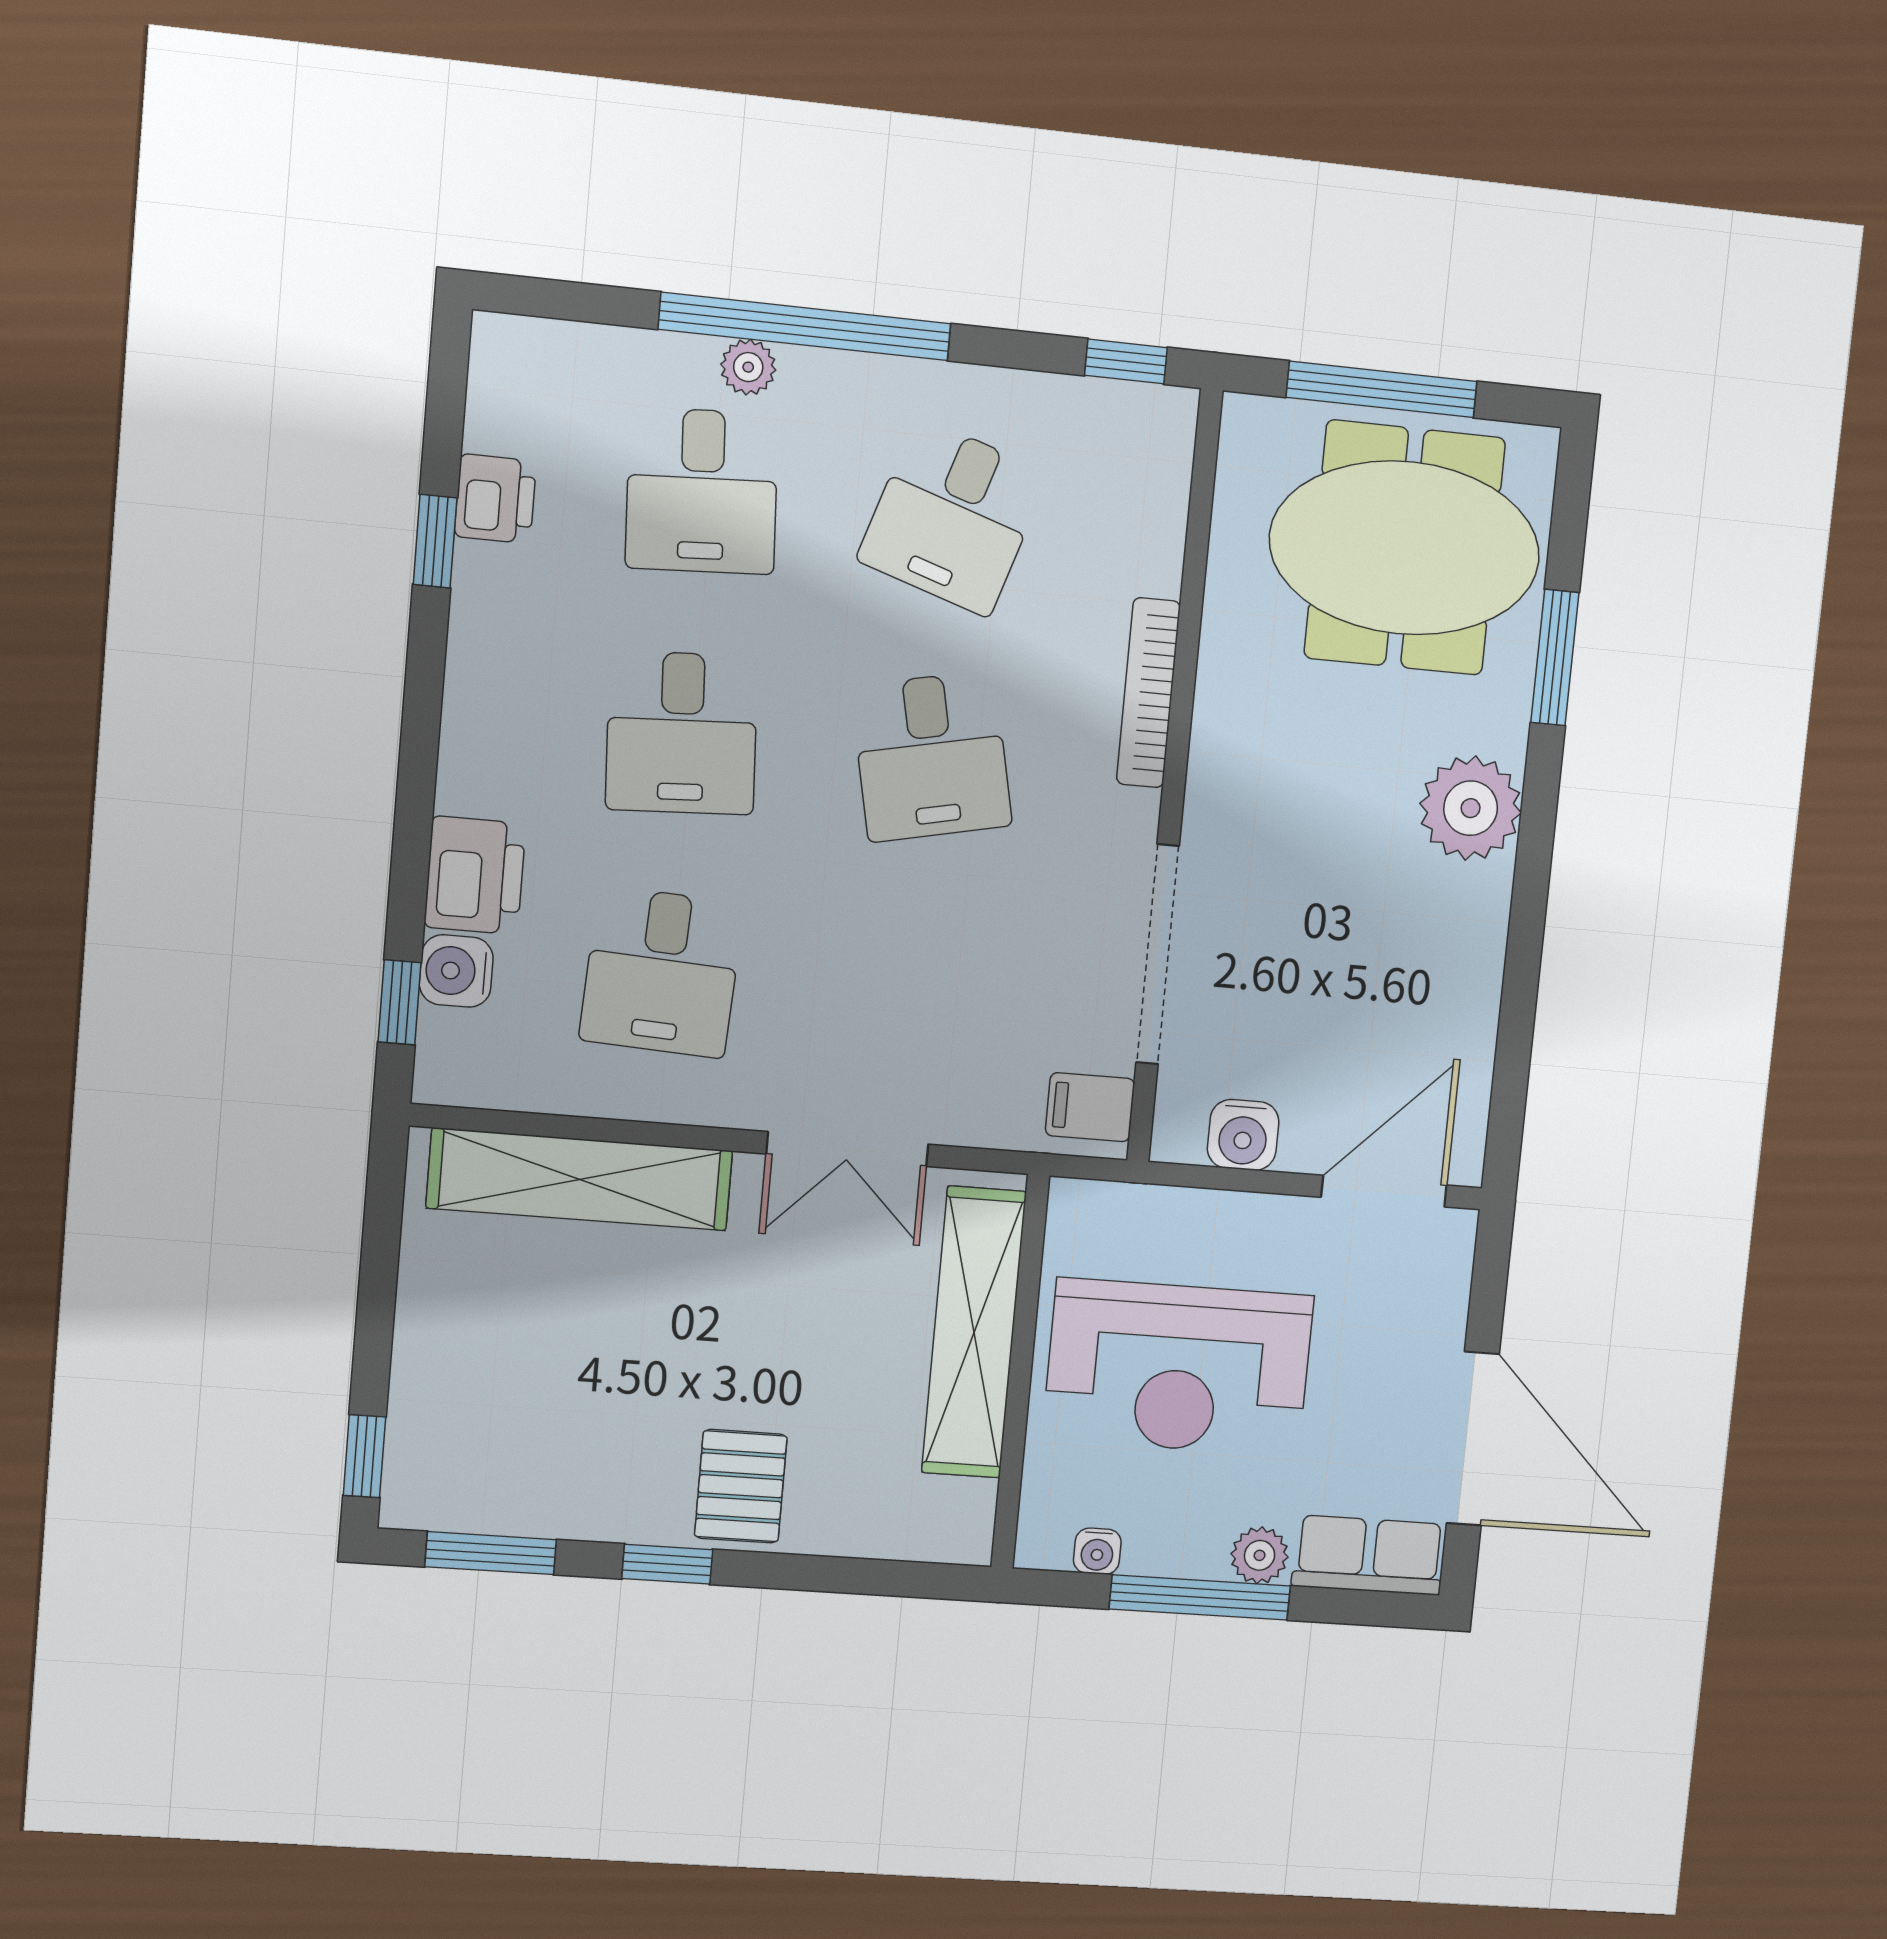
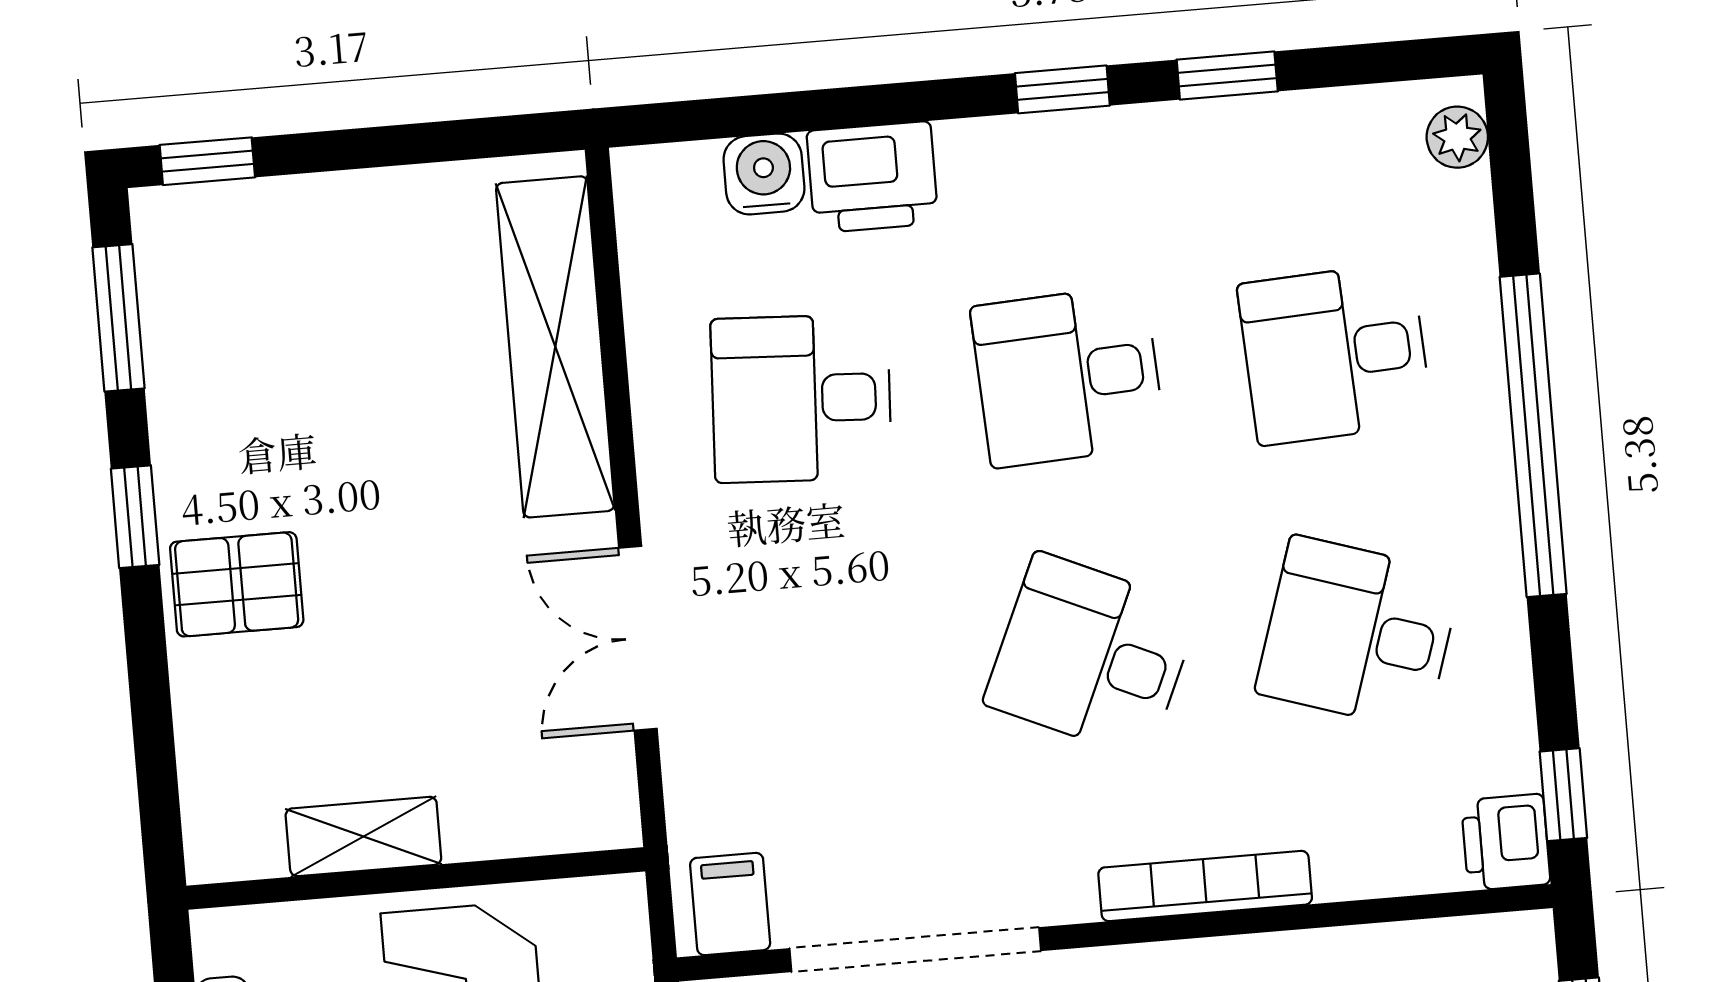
plant: (748, 367) -> (1457, 137), moved
printer: (495, 499) -> (1506, 842), moved, turned 90
desk: (931, 756) -> (1091, 656), turned 36
window: (399, 1002) -> (1062, 89), moved
shelving: (974, 1332) -> (363, 837), width x0.45, depth x0.75

